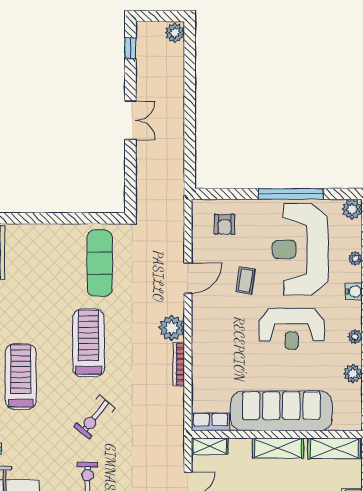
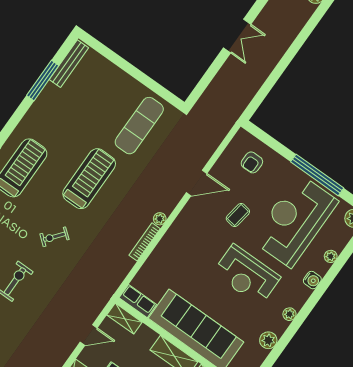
plant: (172, 328) -> (160, 219), width x0.53, depth x0.53
exercise bike: (94, 417) -> (54, 237), width x0.73, depth x0.72

